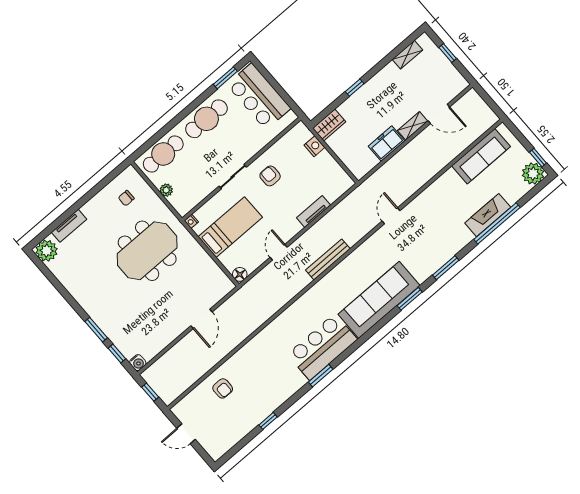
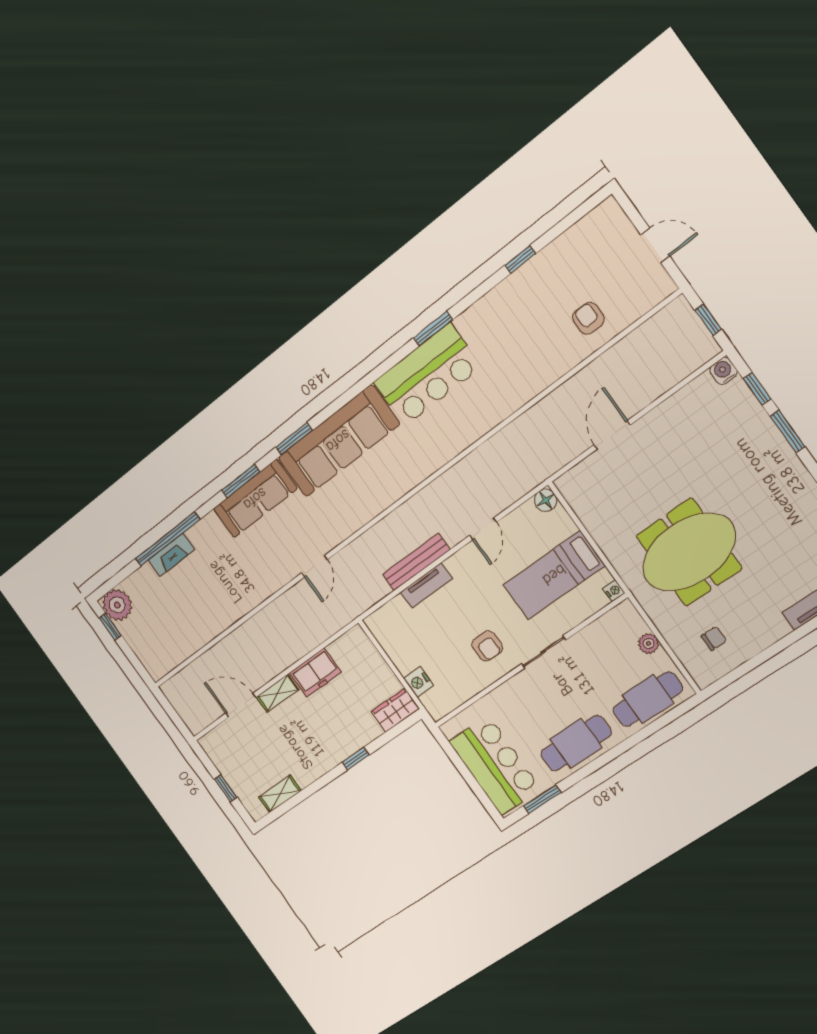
sofa: (481, 156) -> (255, 499), moved, turned 180
fireplace: (488, 215) -> (171, 555), width x0.73, depth x0.76
bench: (328, 259) -> (416, 562), moved

